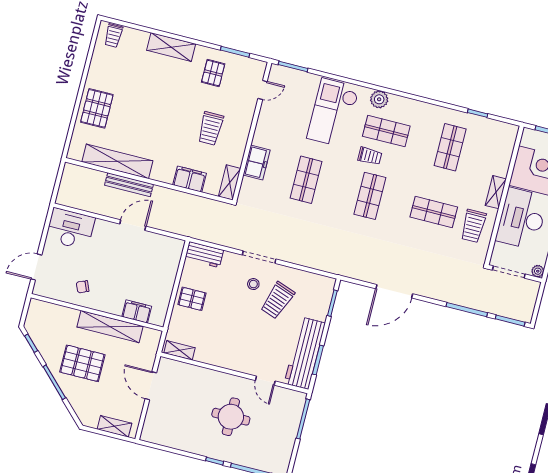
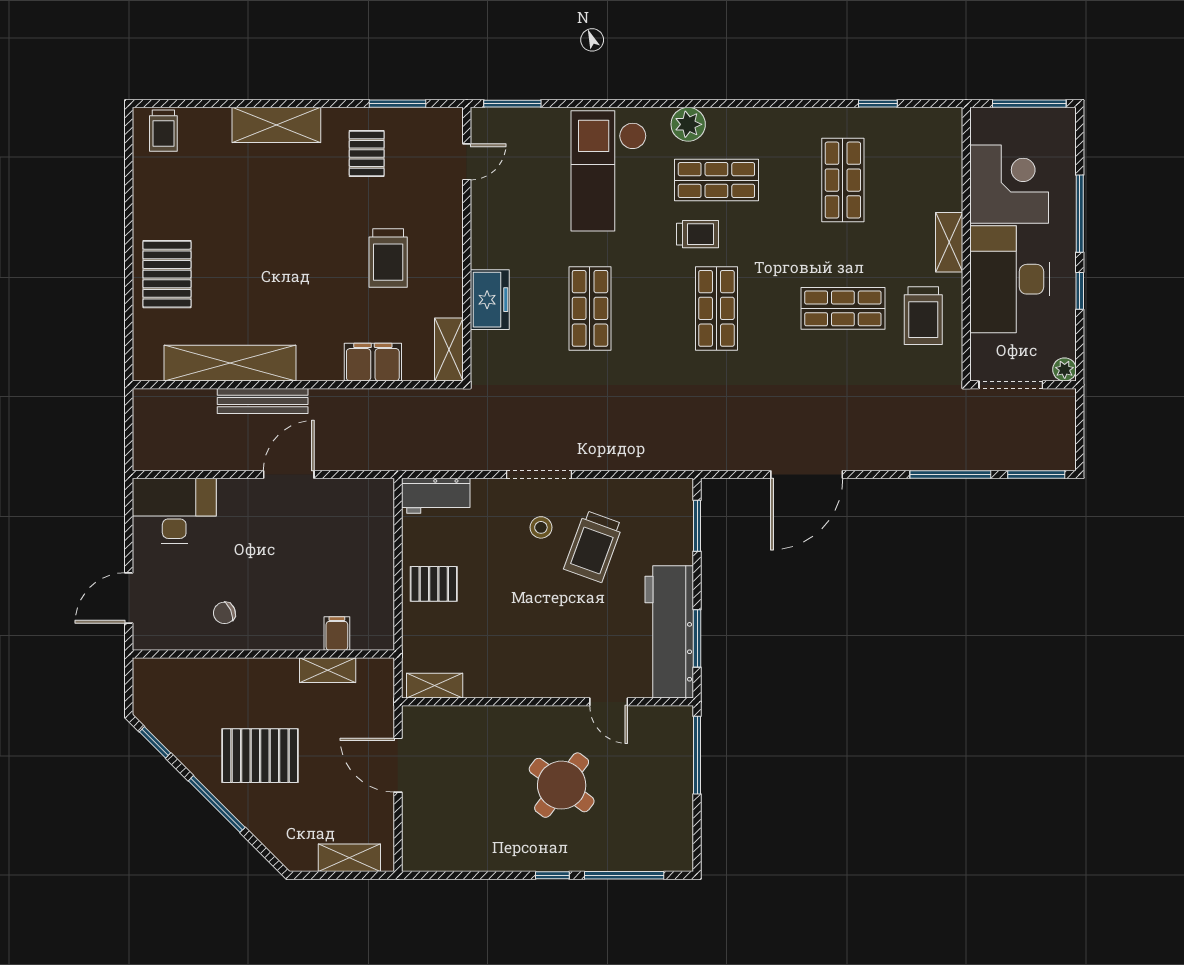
filing cabinet: (137, 311) -> (337, 633), width x0.50
shelving: (110, 327) -> (328, 670), width x0.45, depth x0.75
round table: (231, 417) -> (562, 785), turned 37

